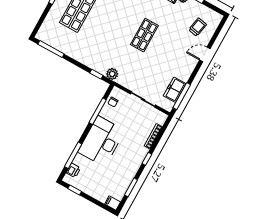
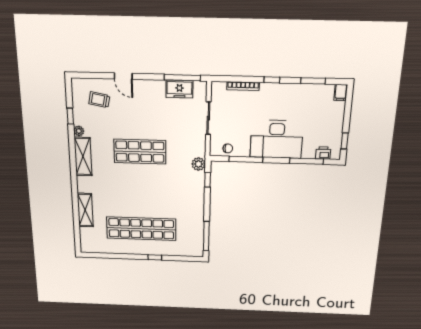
shop shelf: (144, 35) -> (140, 152), width x1.43, depth x1.36

